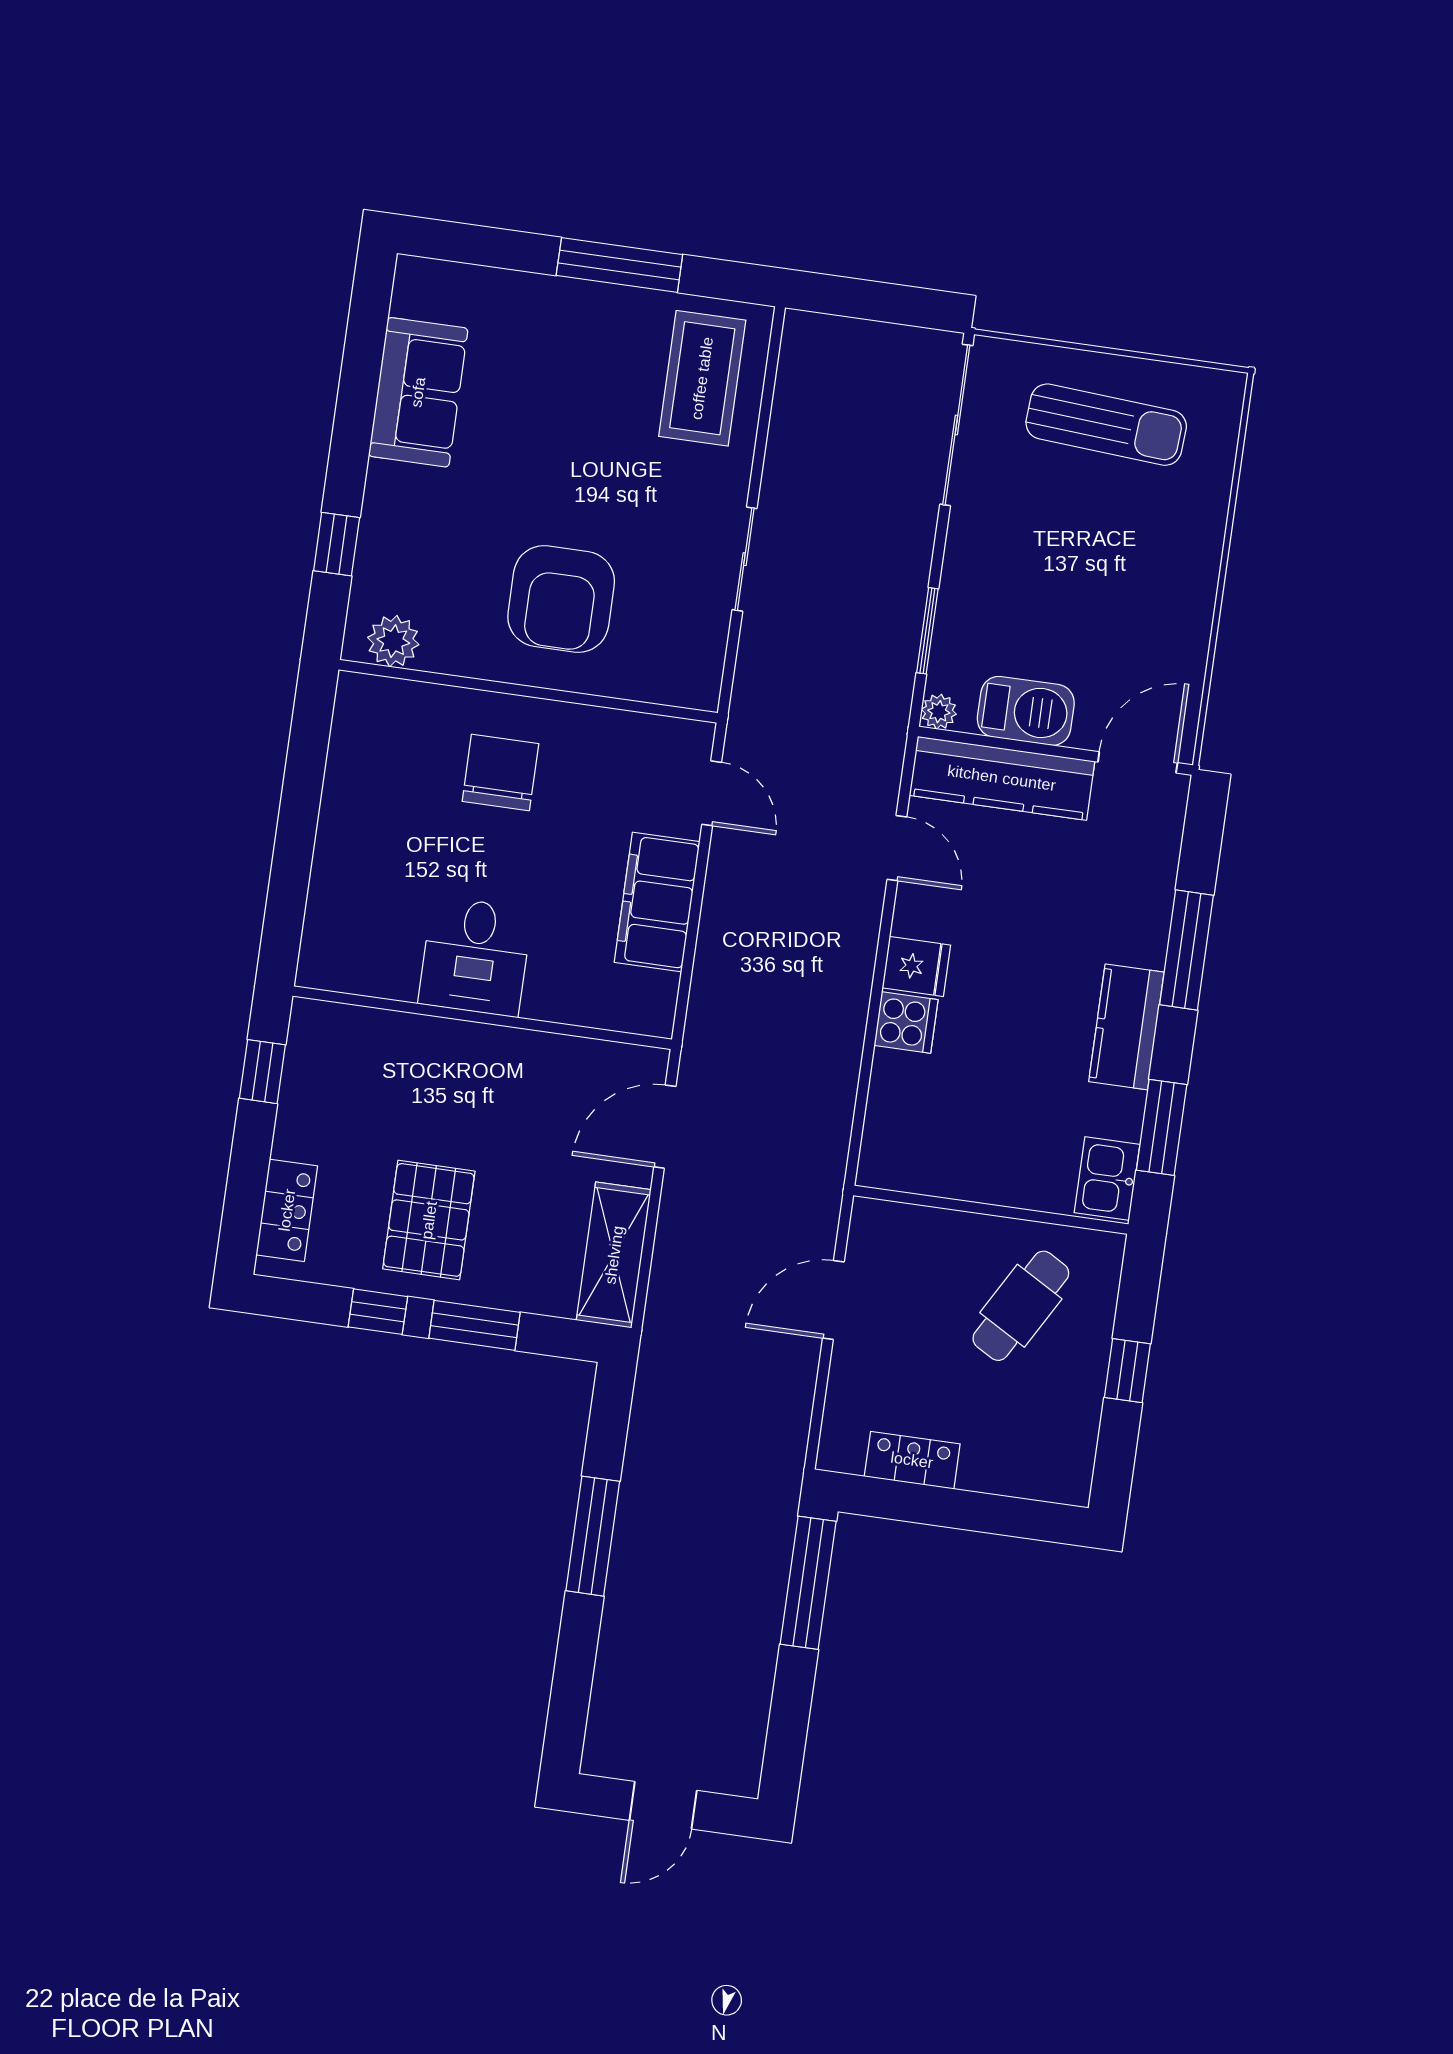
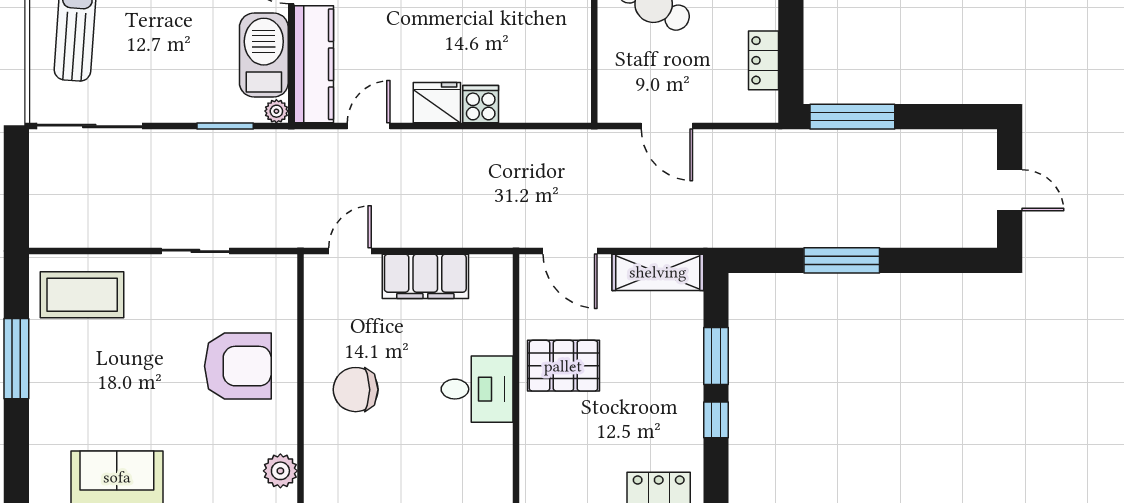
barbecue: (1026, 711) -> (264, 55), width x1.37, depth x1.21
fridge: (916, 967) -> (437, 103), width x1.38
pallet: (429, 1220) -> (563, 366), moved

